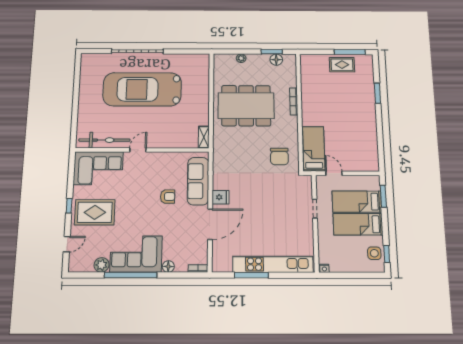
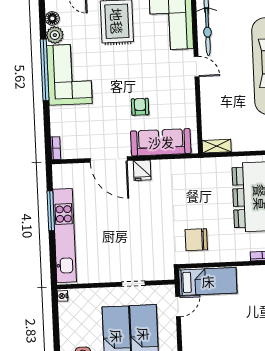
armchair: (168, 197) -> (140, 107), turned 180
floor lamp: (168, 267) -> (52, 18), moved

